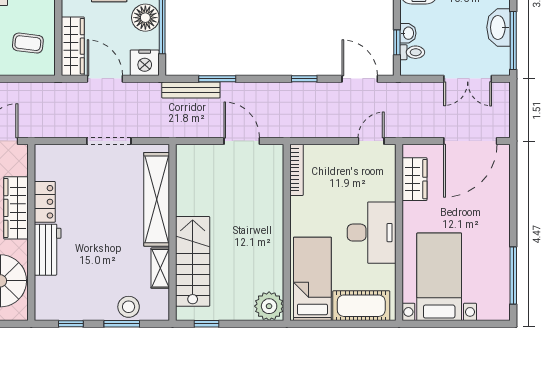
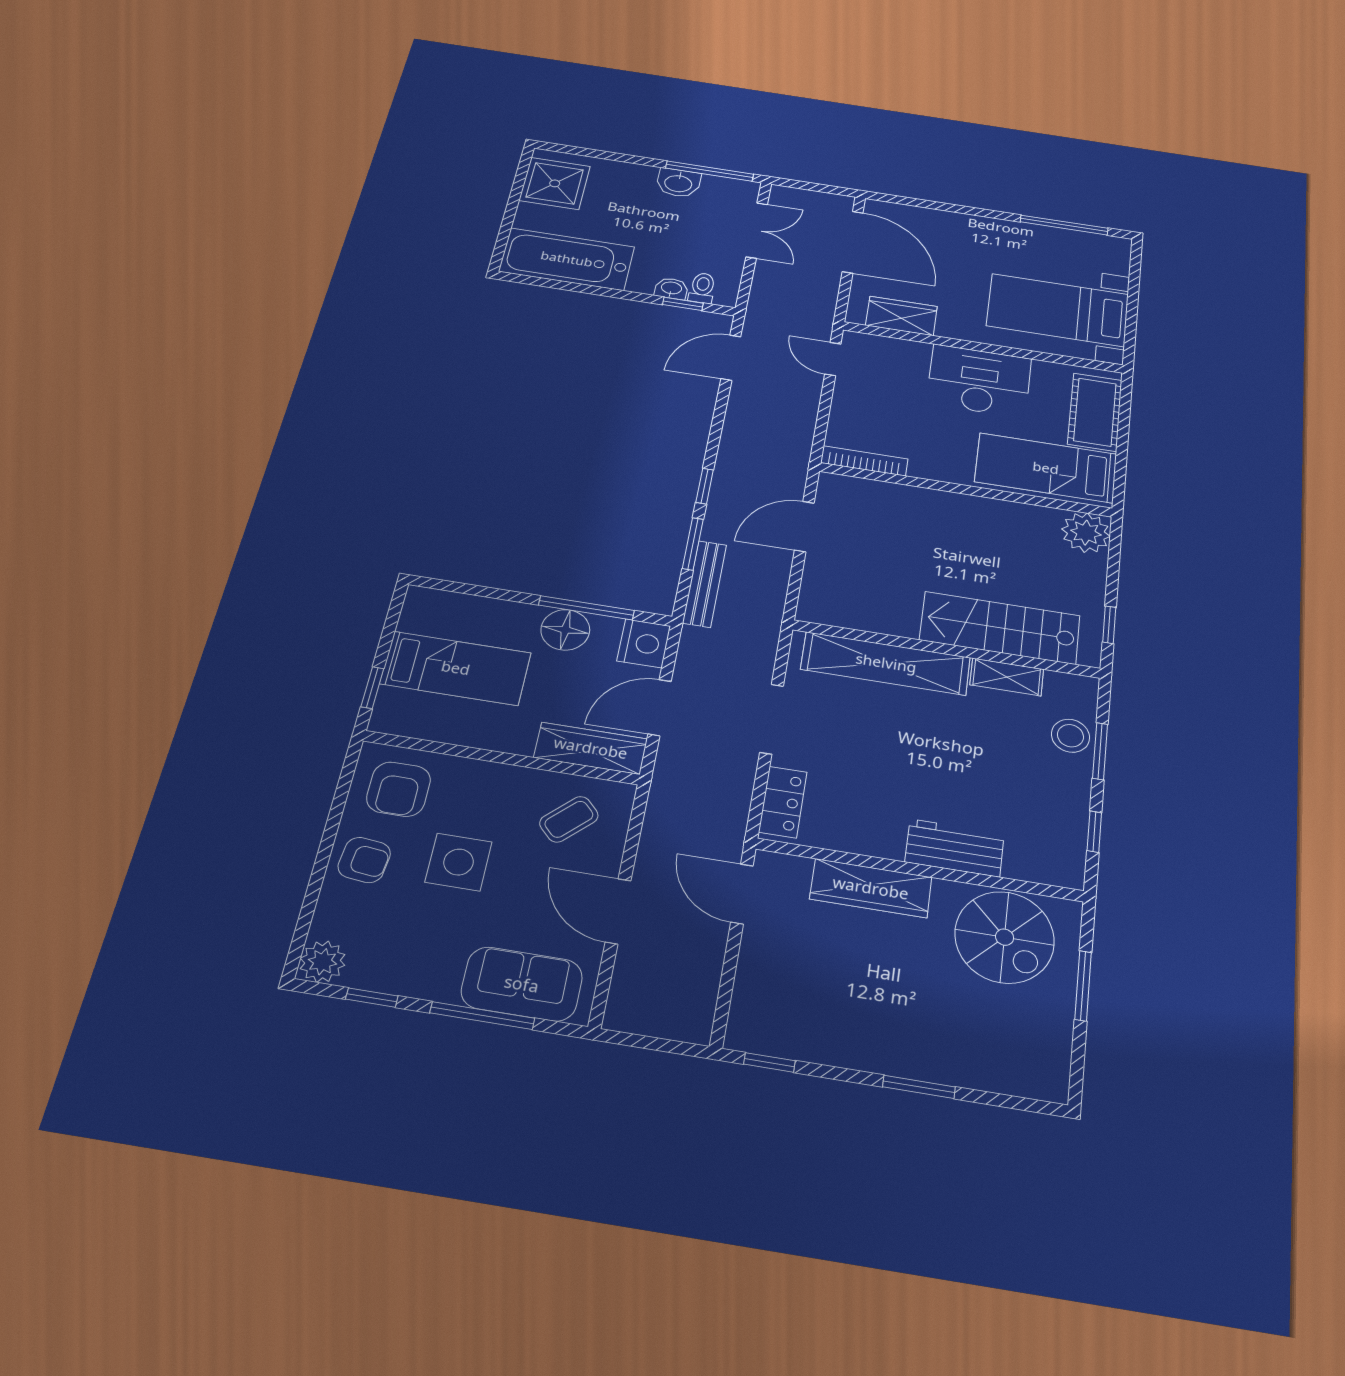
washbasin: (499, 27) -> (678, 183), width x0.72
coffee table: (28, 43) -> (569, 819), turned 39
window: (304, 79) -> (705, 486), moved
locker: (45, 202) -> (783, 802), moved, turned 90

